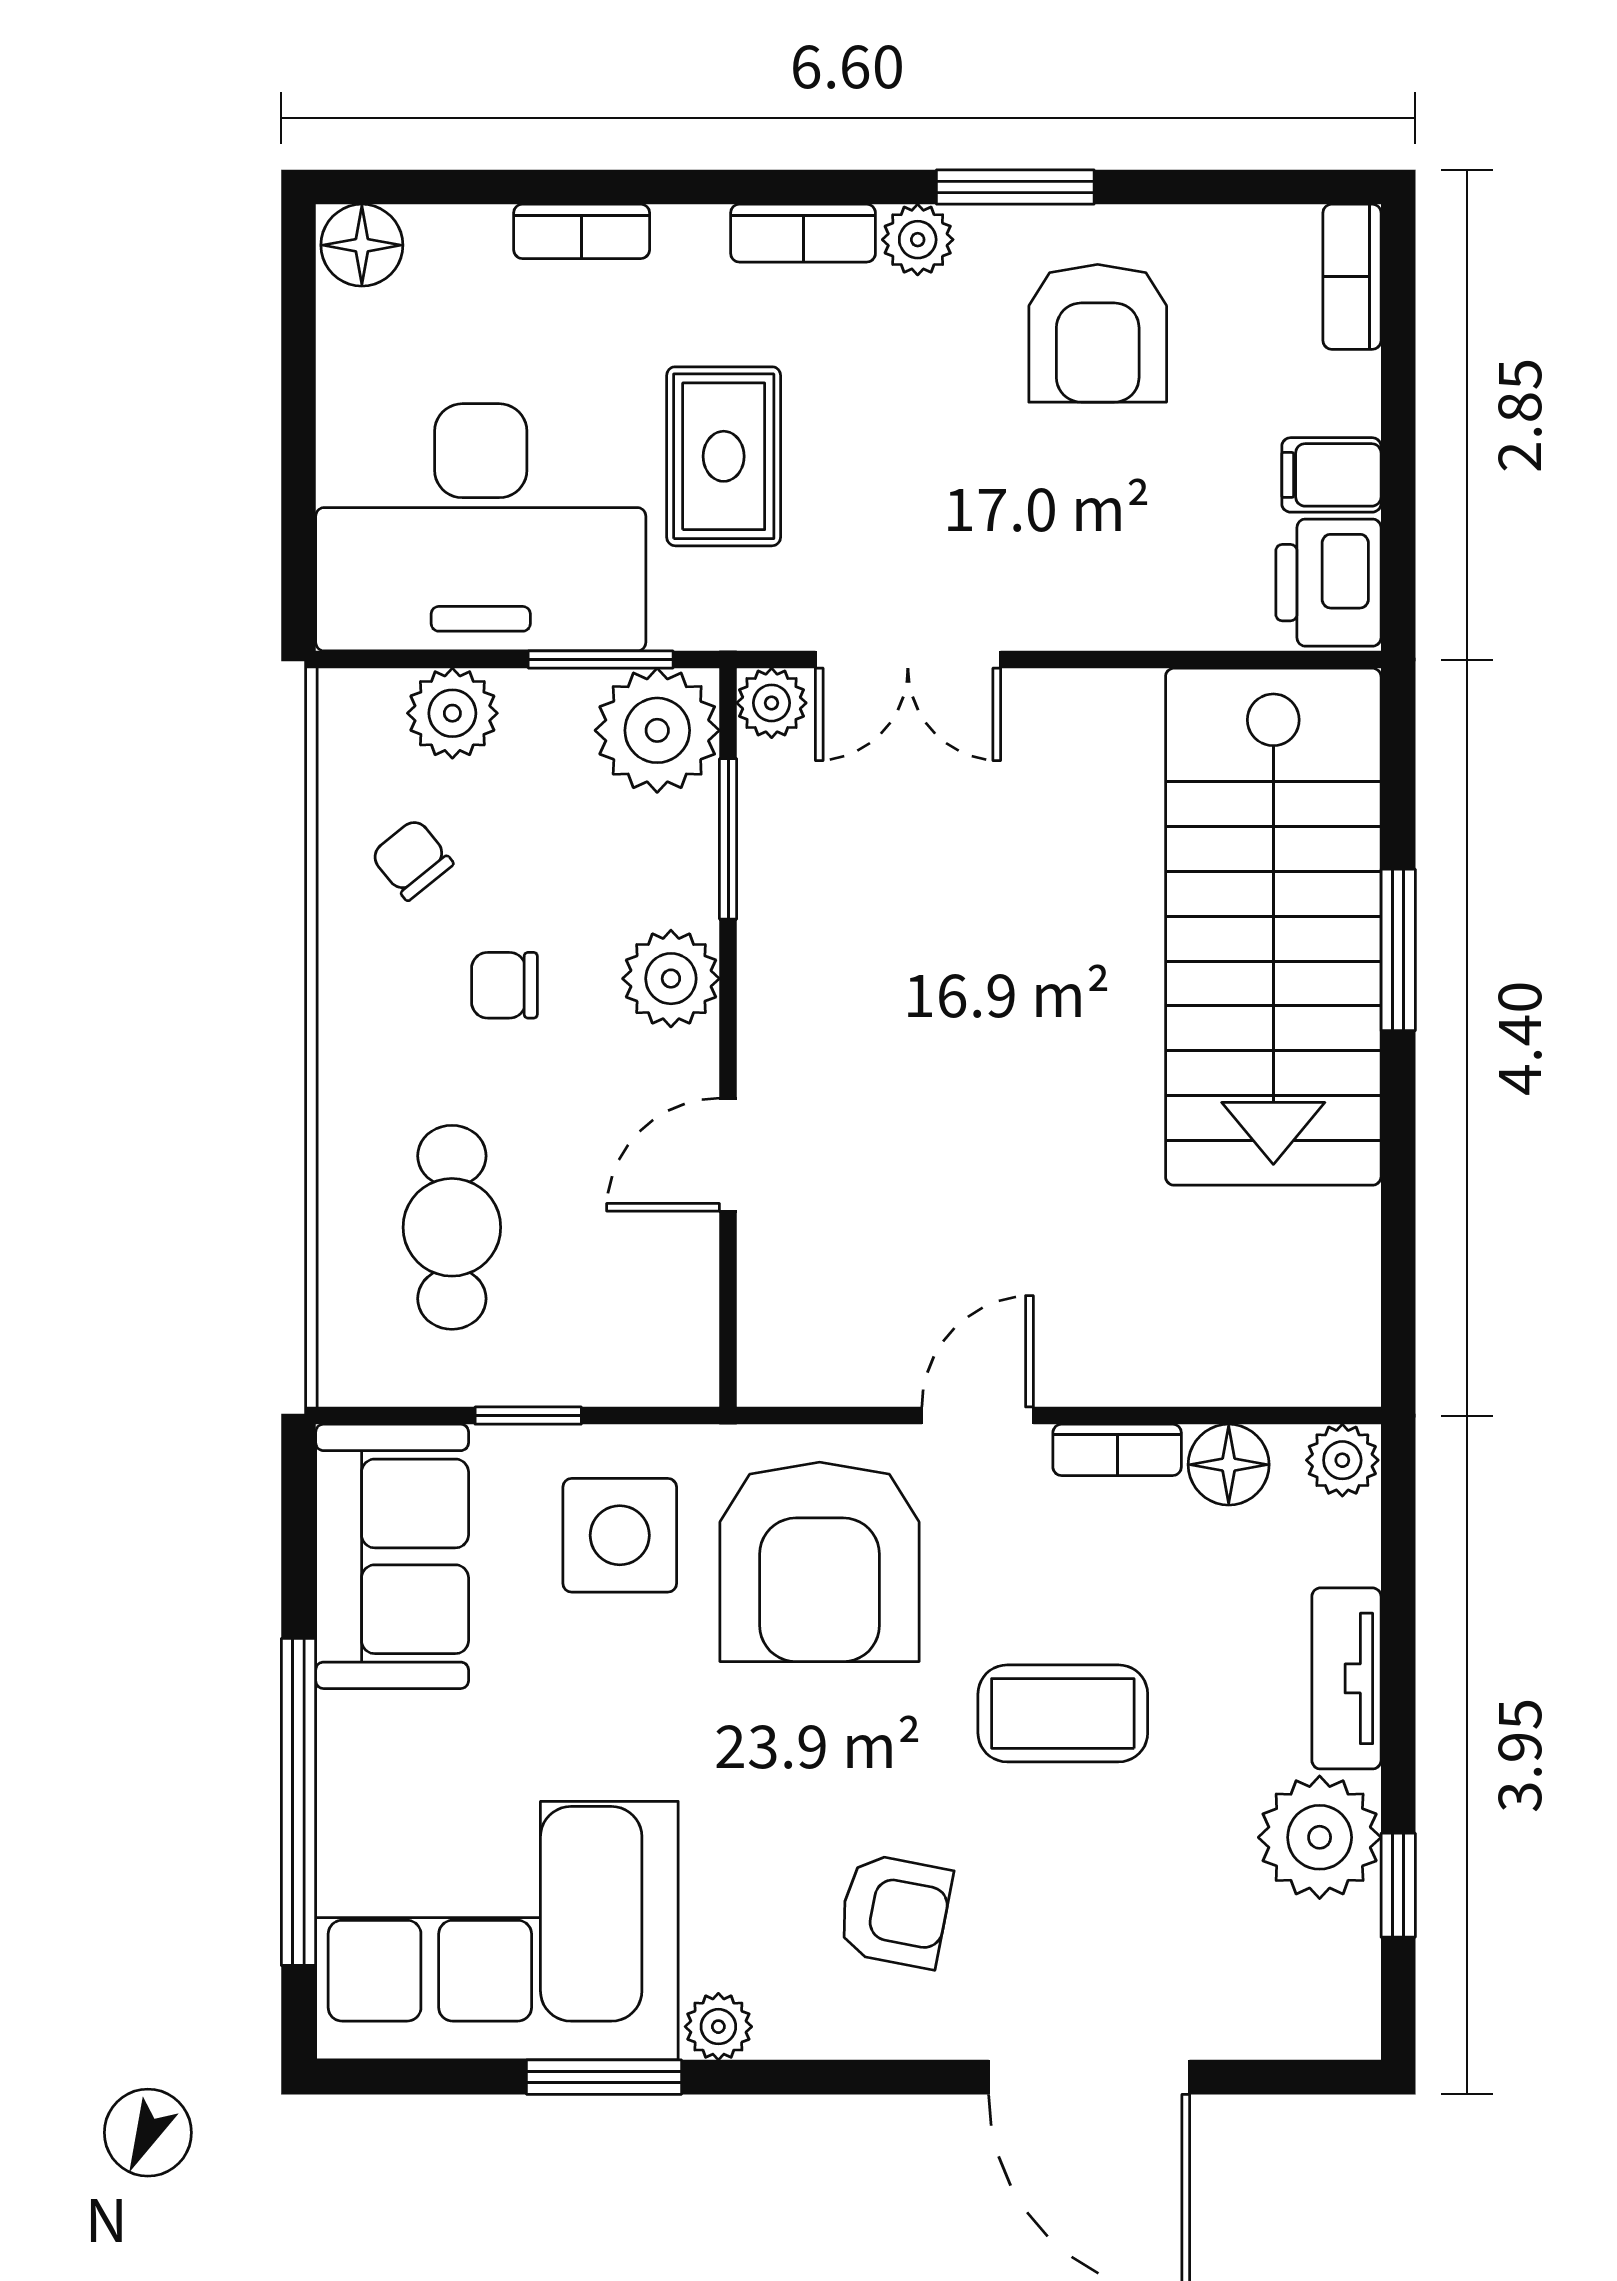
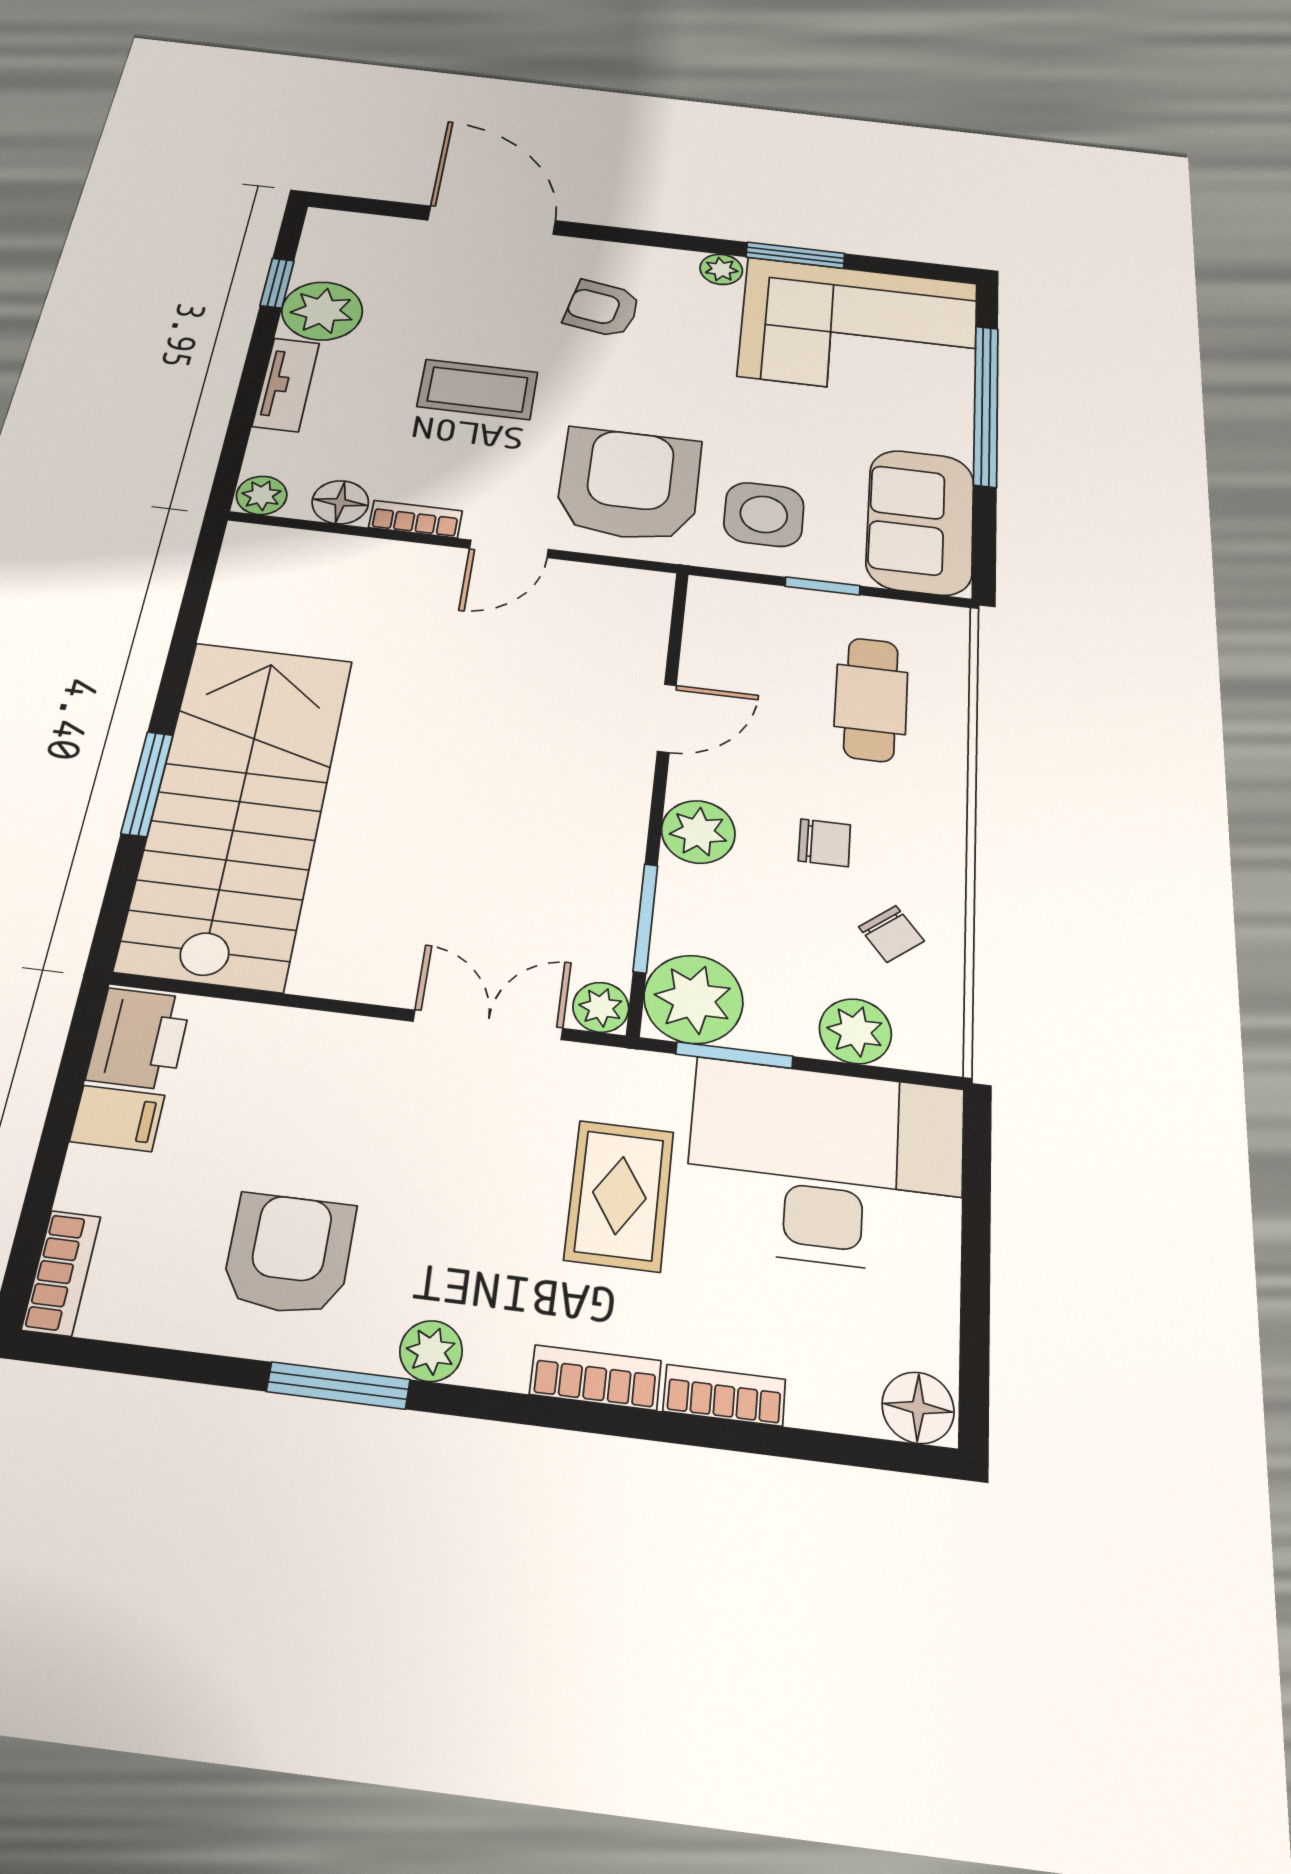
bookcase: (803, 233) -> (595, 1377), moved

